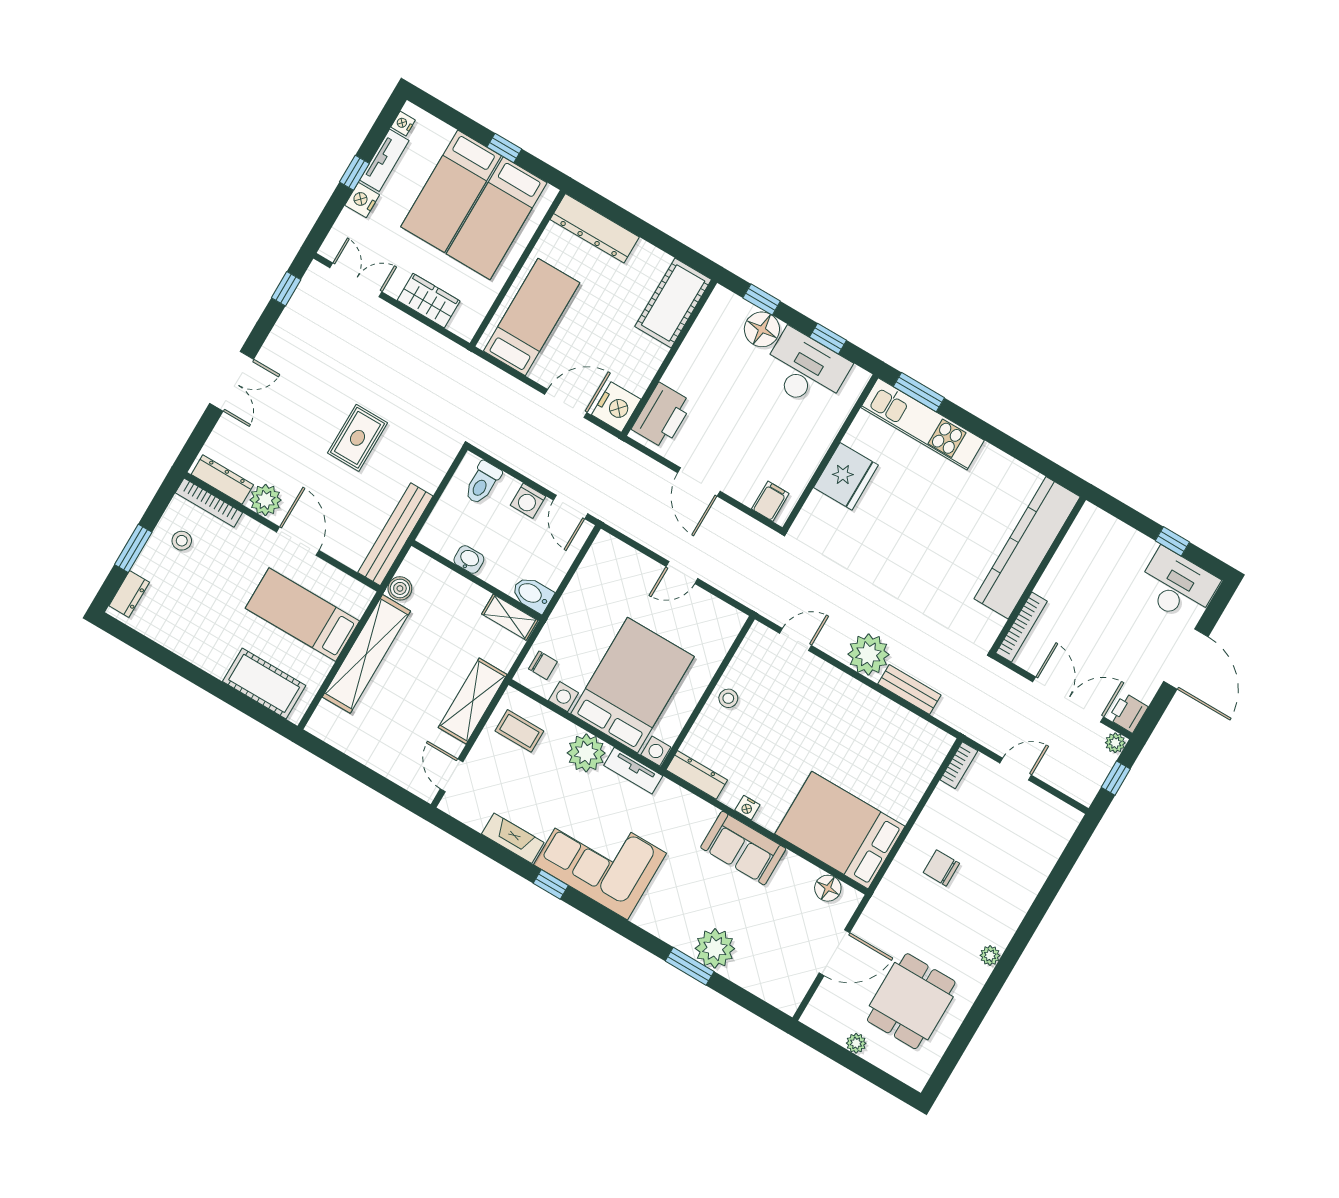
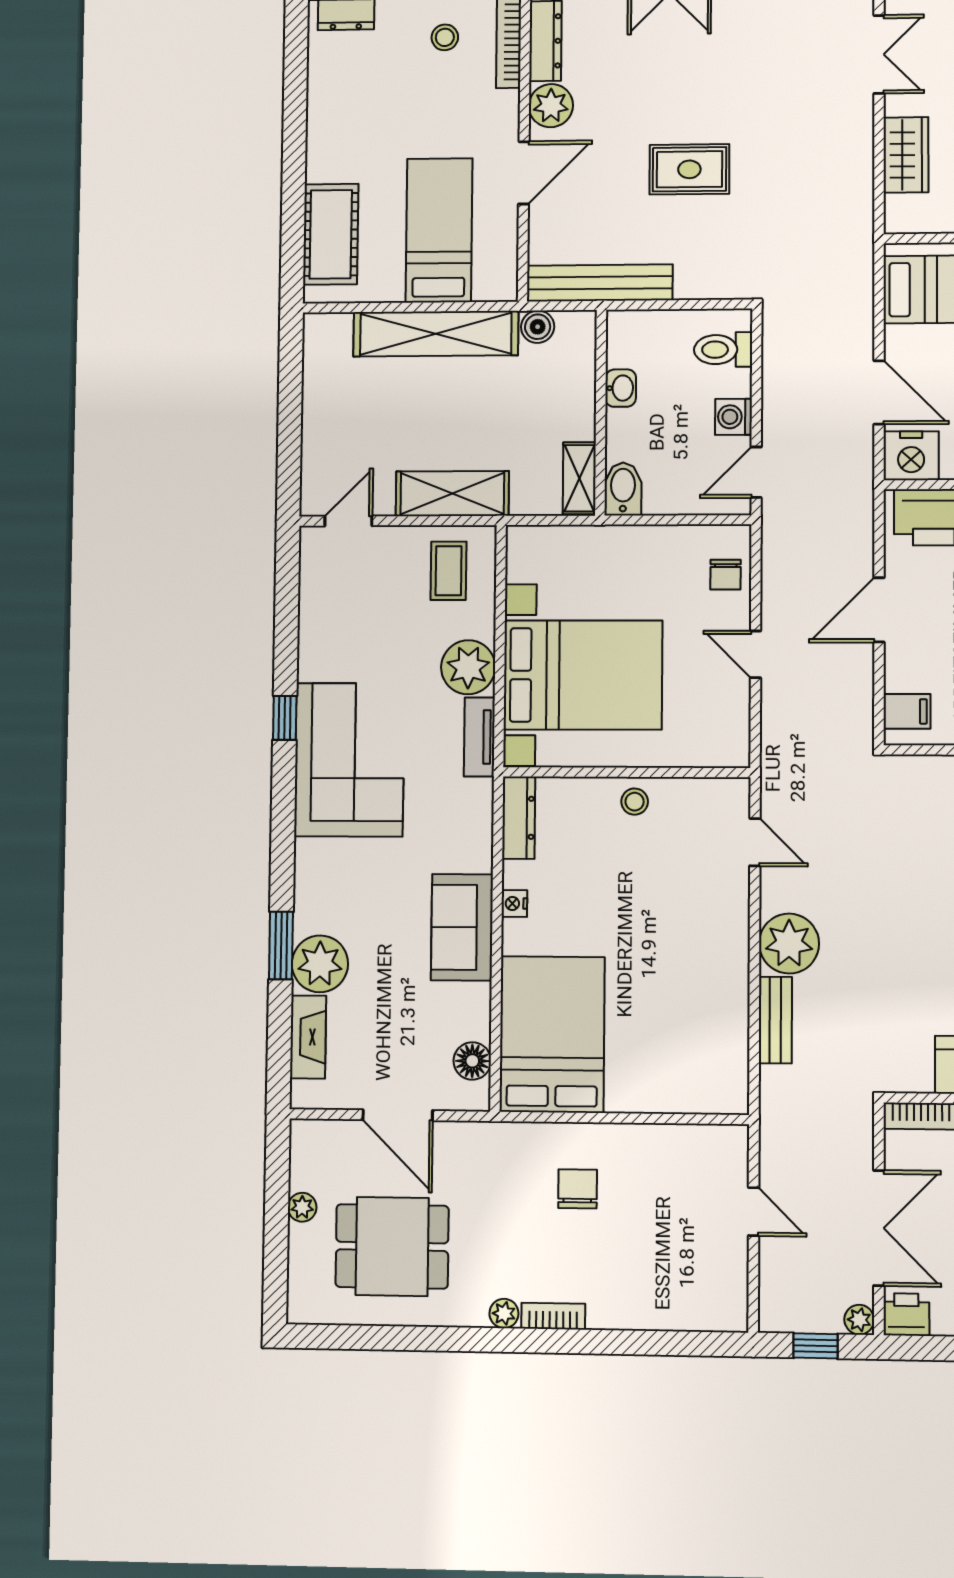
chair: (543, 665) -> (726, 575), moved
bookcase: (959, 765) -> (553, 1316), moved, turned 180
fireplace: (513, 838) -> (308, 1037), moved

